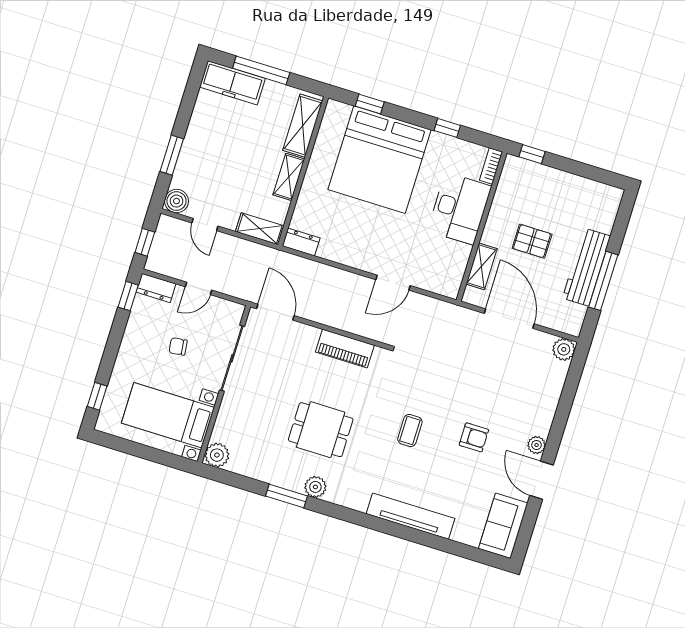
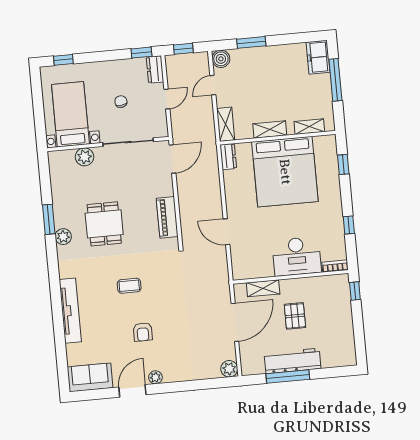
freezer: (232, 83) -> (318, 57), width x0.71
shelving: (303, 126) -> (309, 127), width x0.67, depth x0.75
bed: (380, 160) -> (285, 172), moved, turned -90
door: (199, 288) -> (167, 99), swing flipped
plant: (217, 455) -> (84, 157), moved

